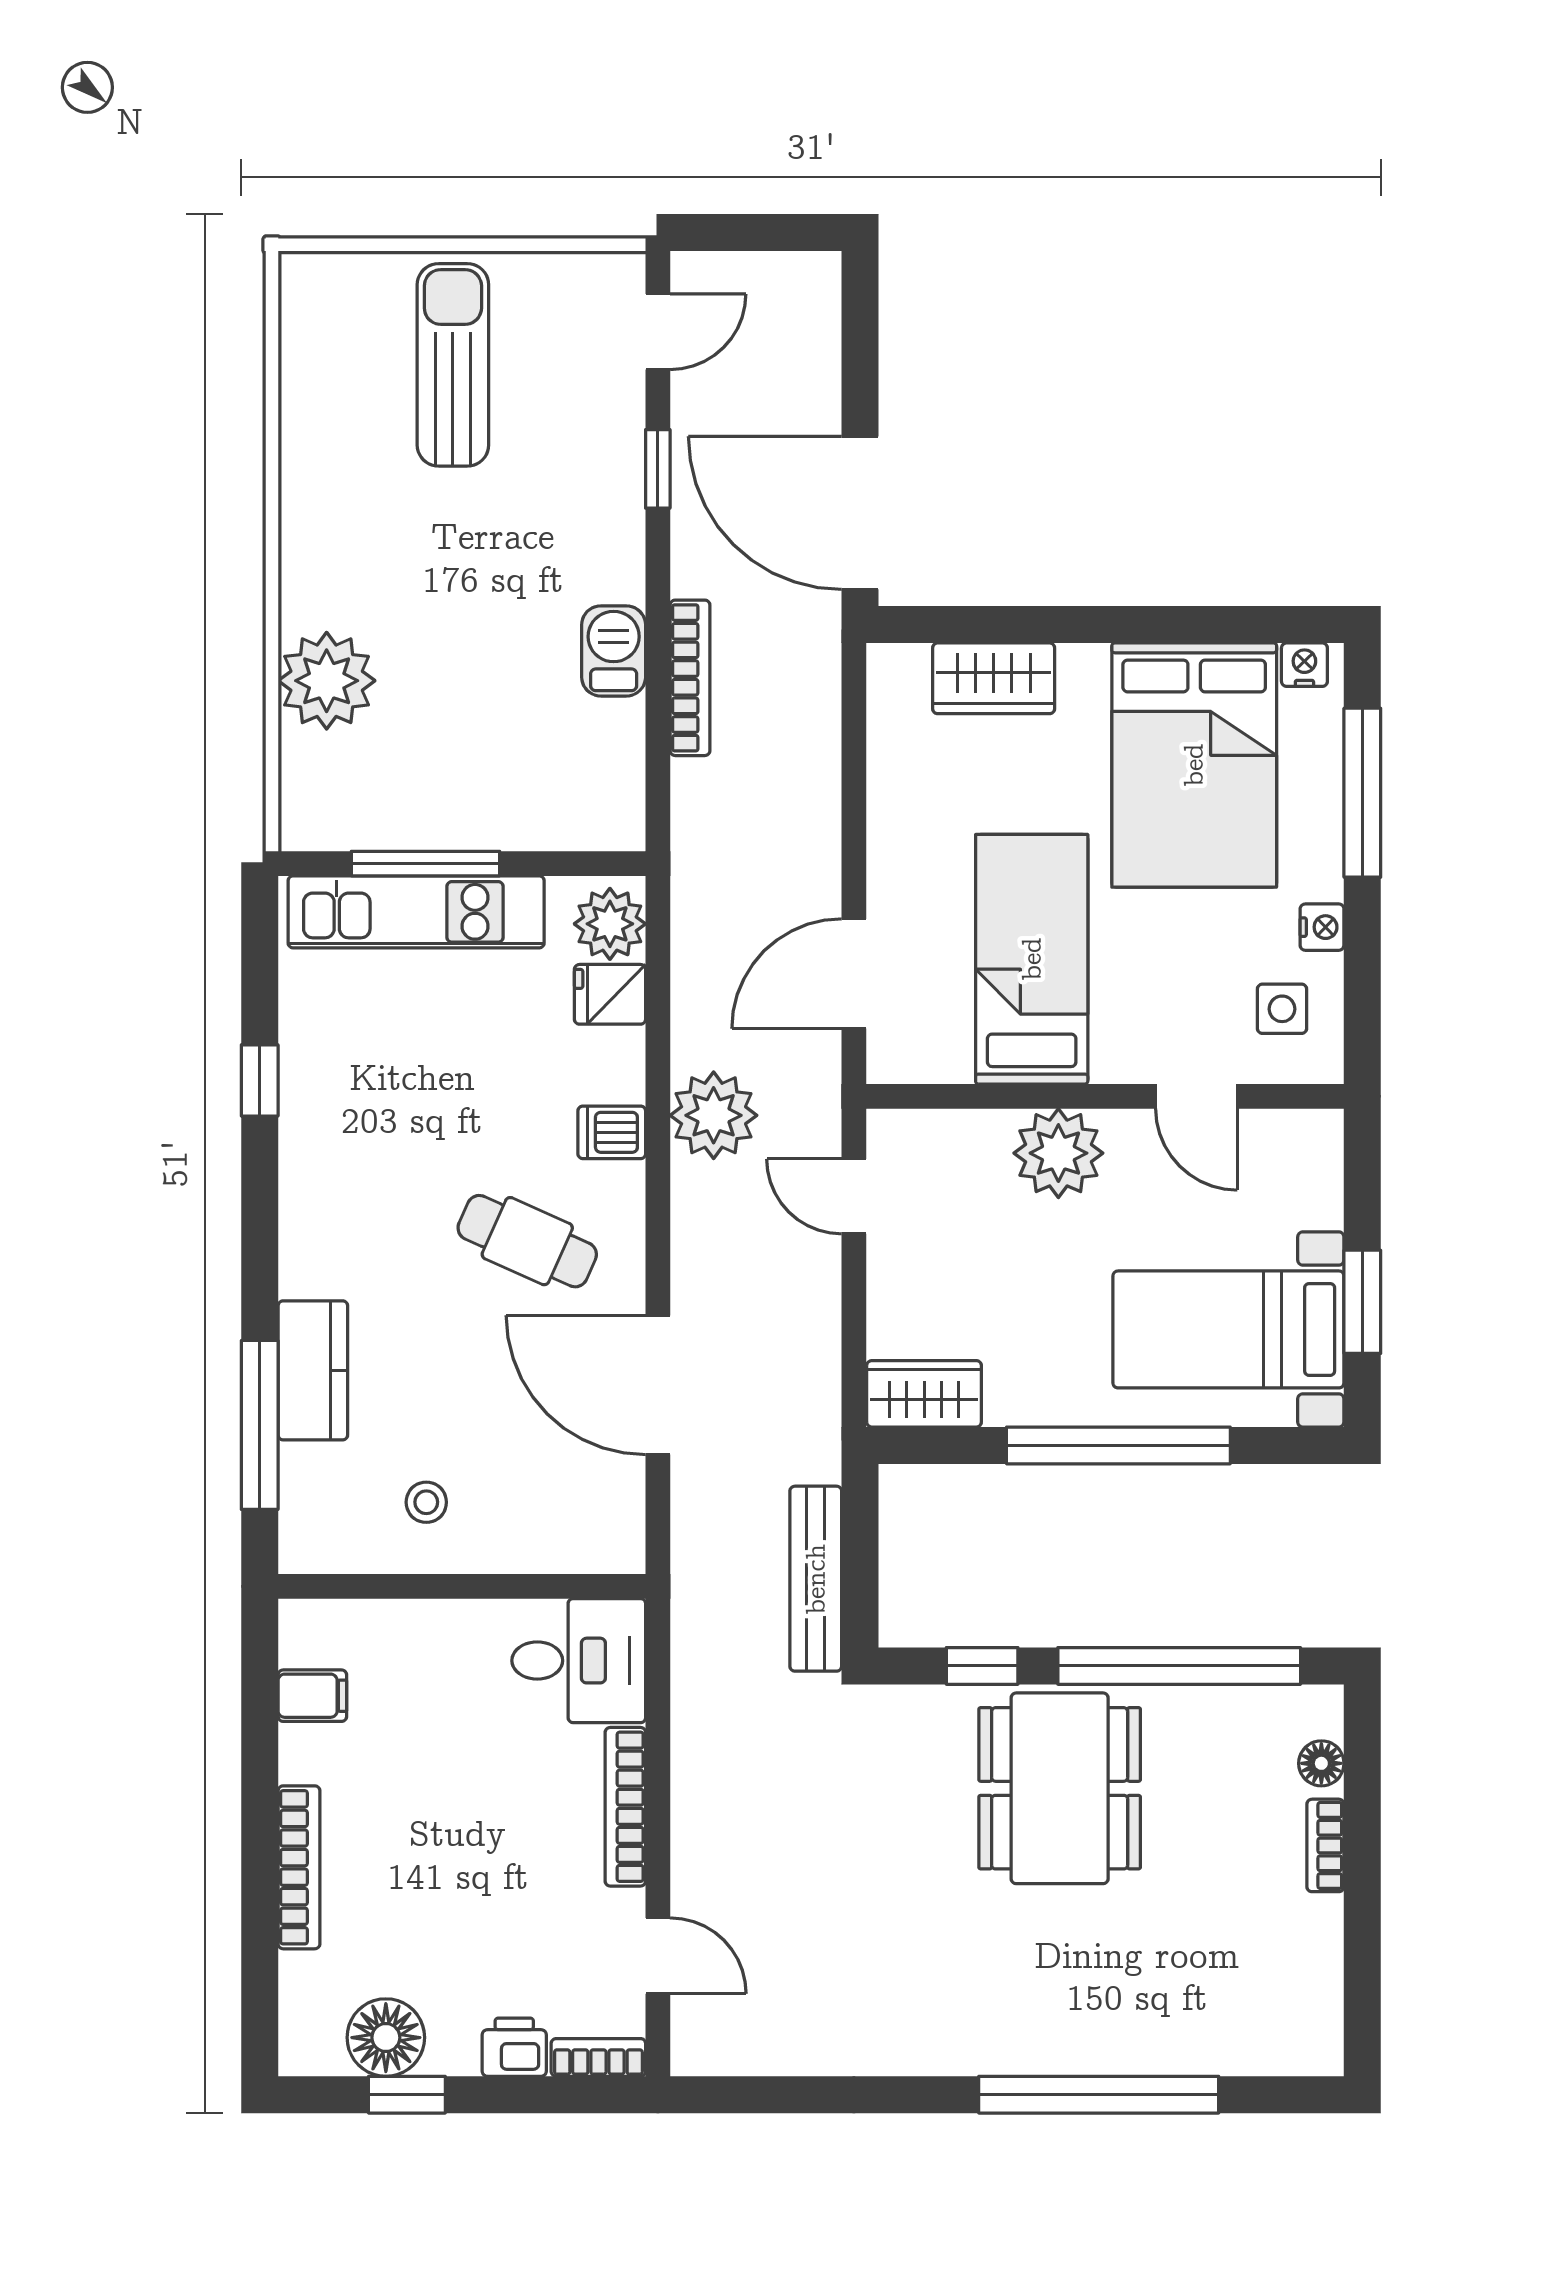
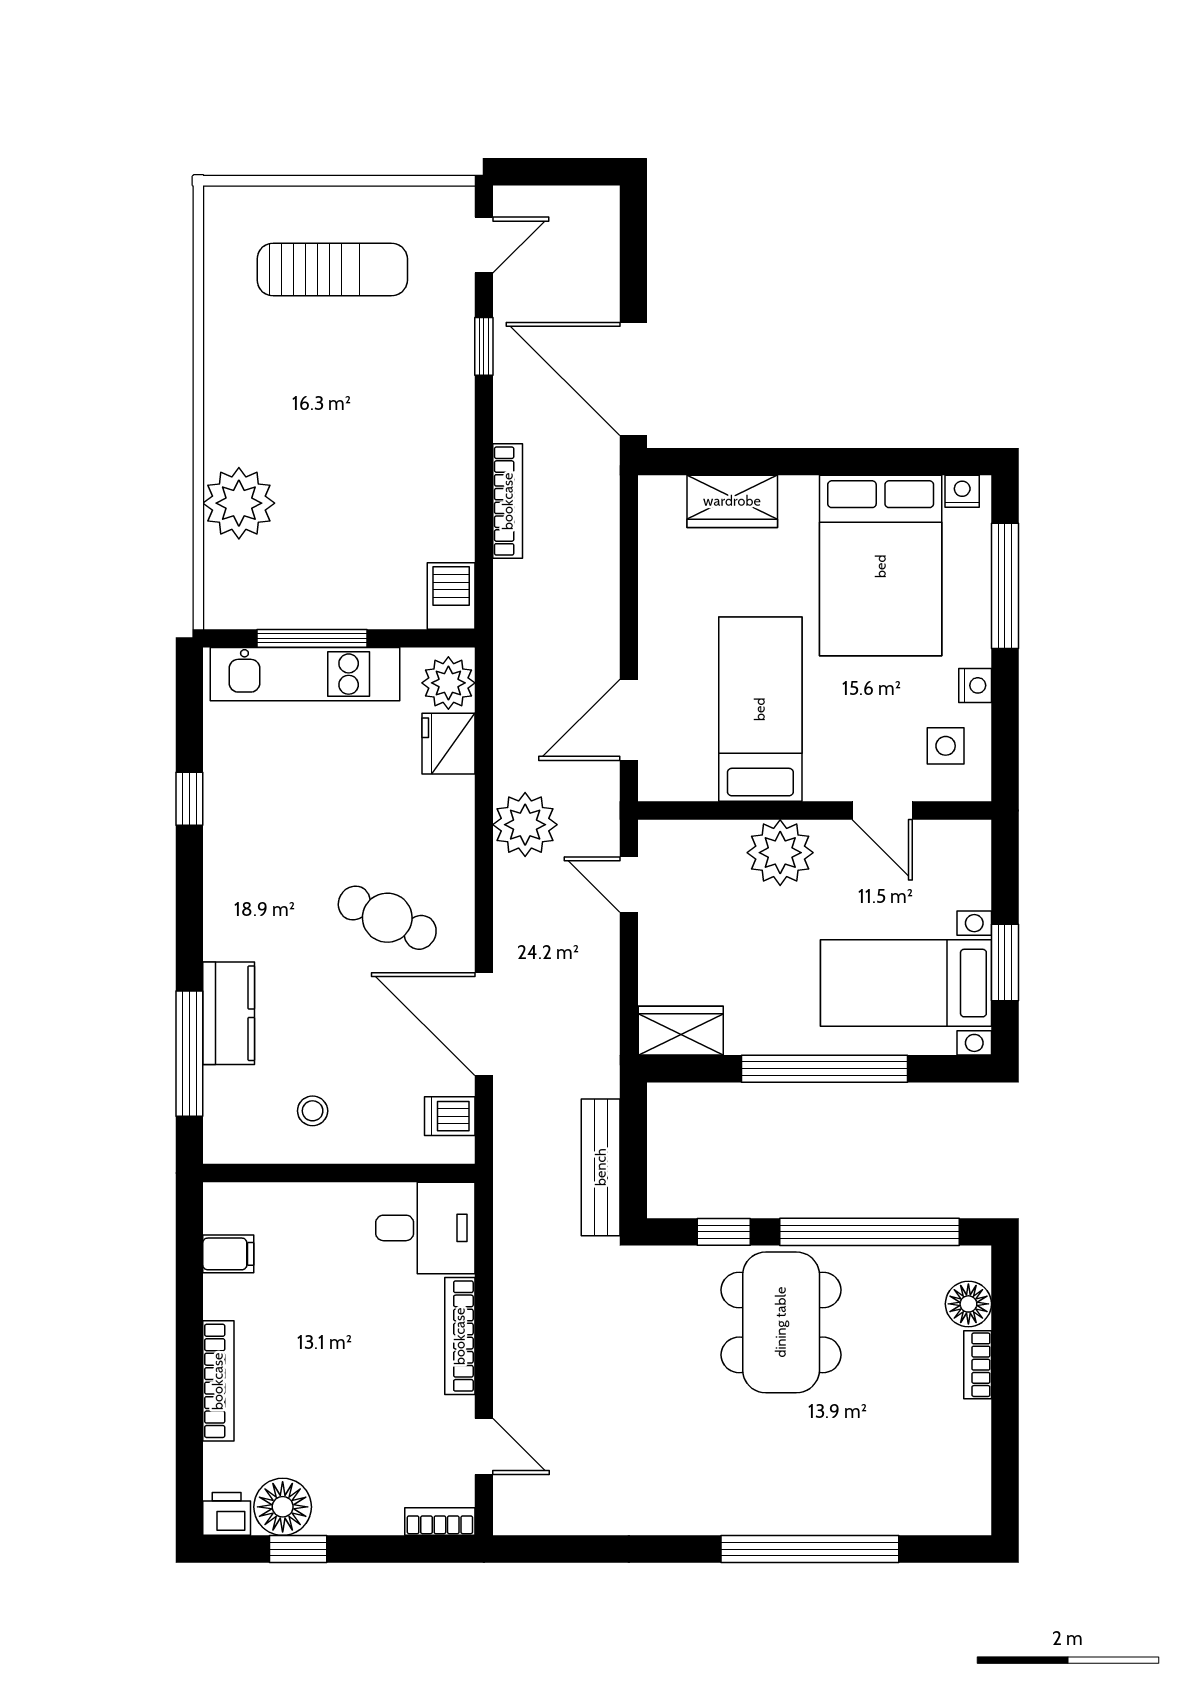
sun lounger: (453, 365) -> (332, 270), turned 90
barbecue: (614, 651) -> (451, 596), moved
fridge: (610, 994) -> (448, 744), width x1.38
dishwasher: (612, 1132) -> (450, 1116), moved
floor lamp: (1321, 1763) -> (968, 1304), width x1.37, depth x1.37
printer: (514, 2047) -> (227, 1514), moved

